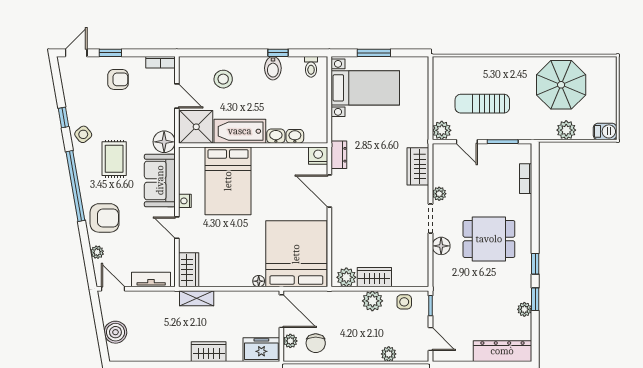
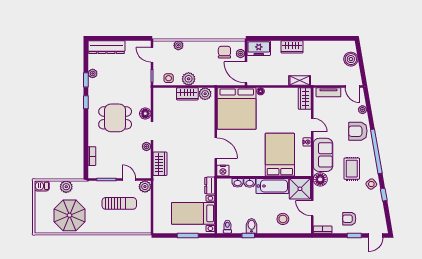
dresser: (339, 155) -> (210, 185), moved

